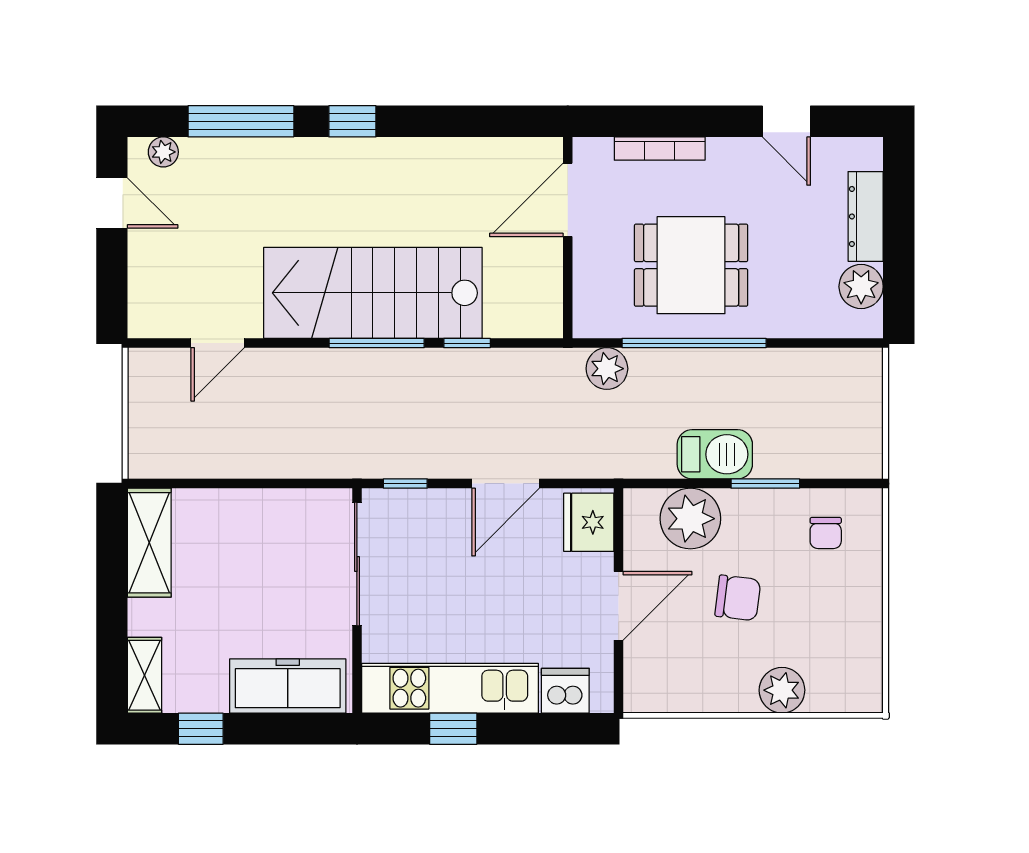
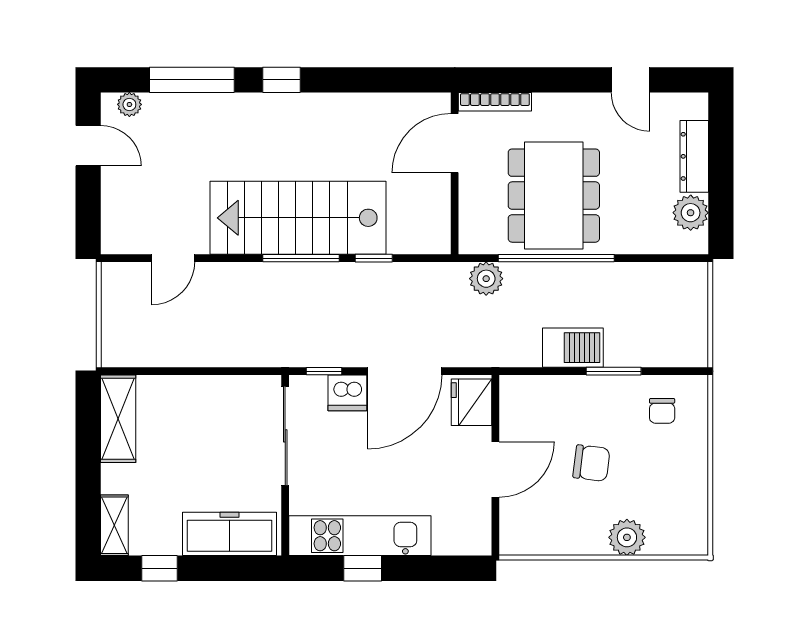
bookcase: (660, 149) -> (495, 102), moved
dining table: (691, 265) -> (554, 196), width x1.37
door: (506, 484) -> (405, 371), width x1.36
plant: (690, 519) -> (553, 399), removed
dishwasher: (565, 691) -> (347, 393), moved, turned 180

